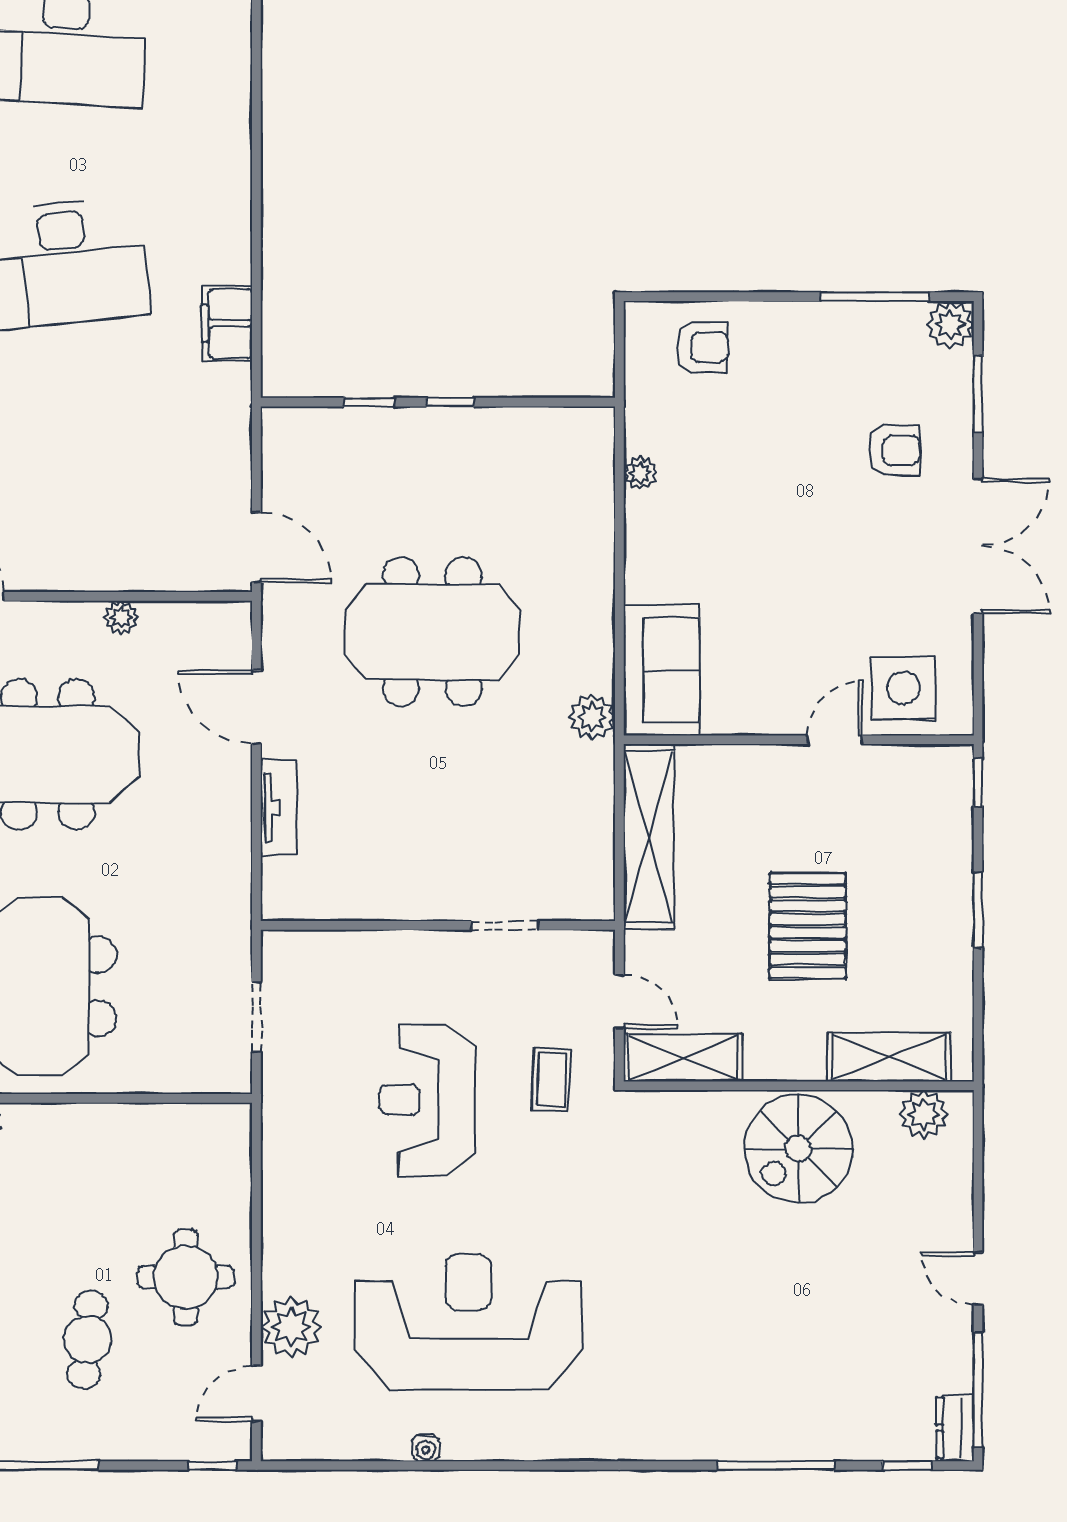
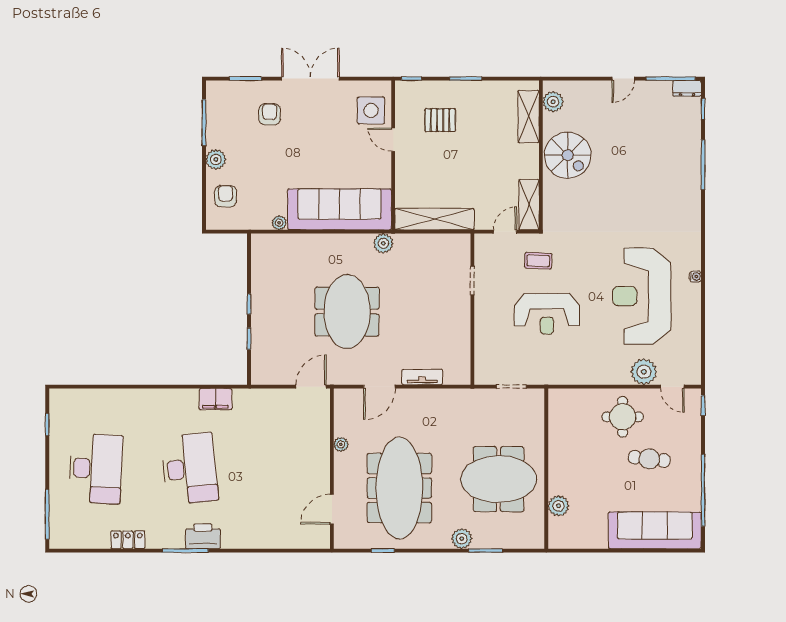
plant: (950, 324) -> (216, 159), moved
sofa: (661, 670) -> (340, 209), width x1.85, depth x1.27
pallet: (808, 926) -> (440, 120), moved, width x0.67, depth x0.71
water cooler: (426, 1448) -> (695, 277), moved

